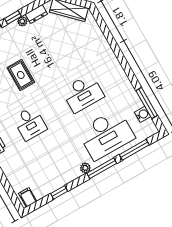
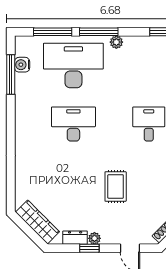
window: (13, 17) -> (89, 248), moved
rug: (21, 75) -> (116, 186), moved

